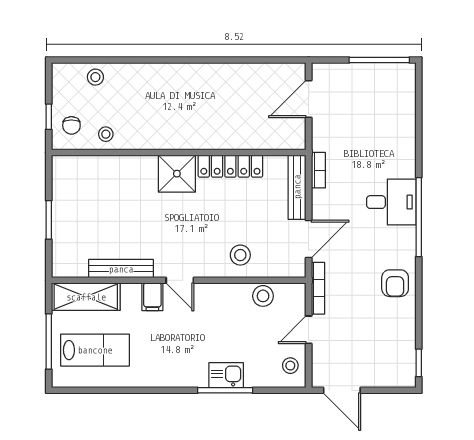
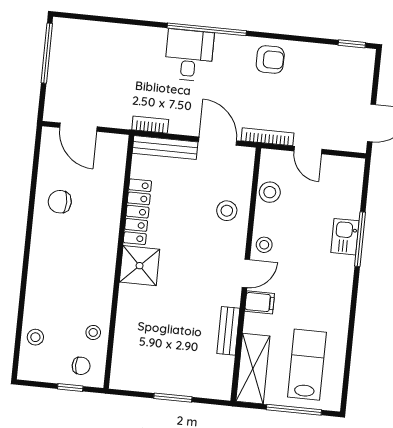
chair: (233, 88) -> (60, 202), added
bench: (121, 269) -> (228, 331), width x0.73
stool: (290, 366) -> (264, 245), moved

